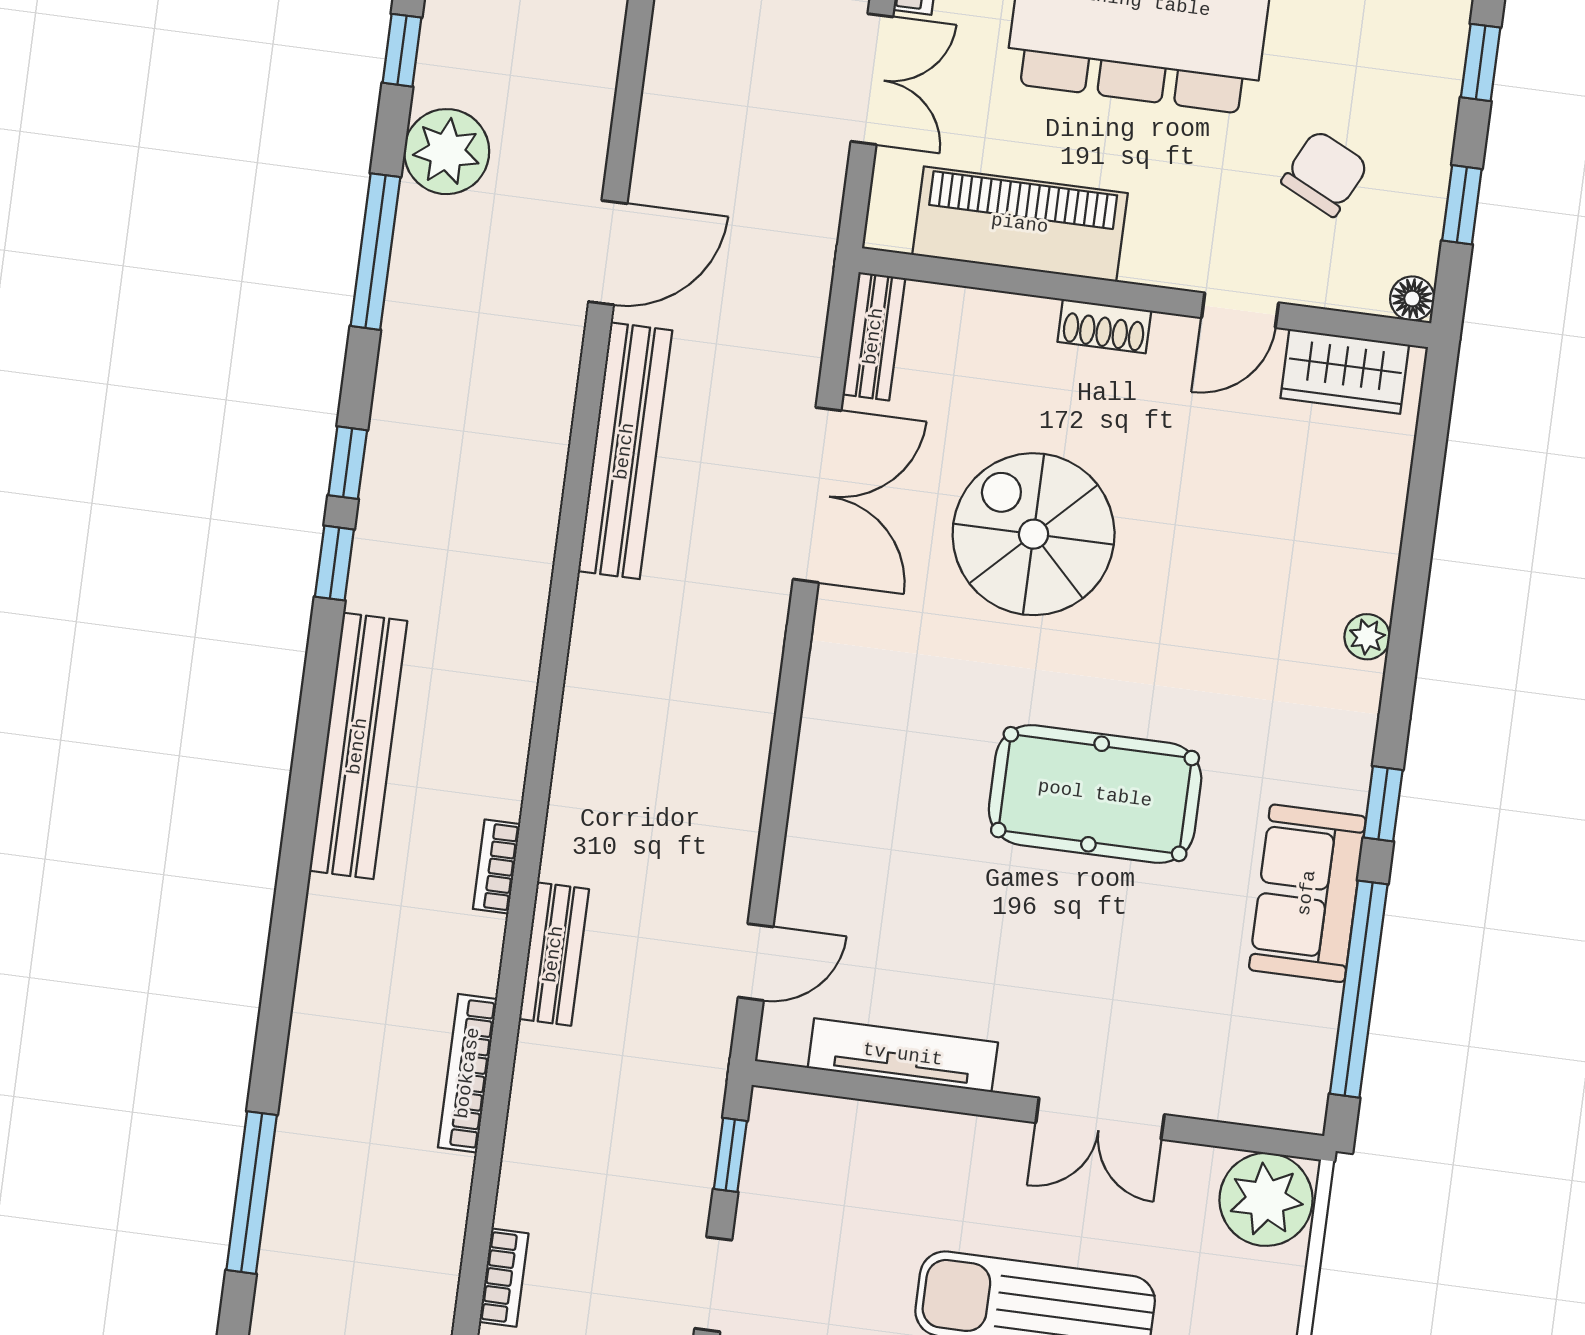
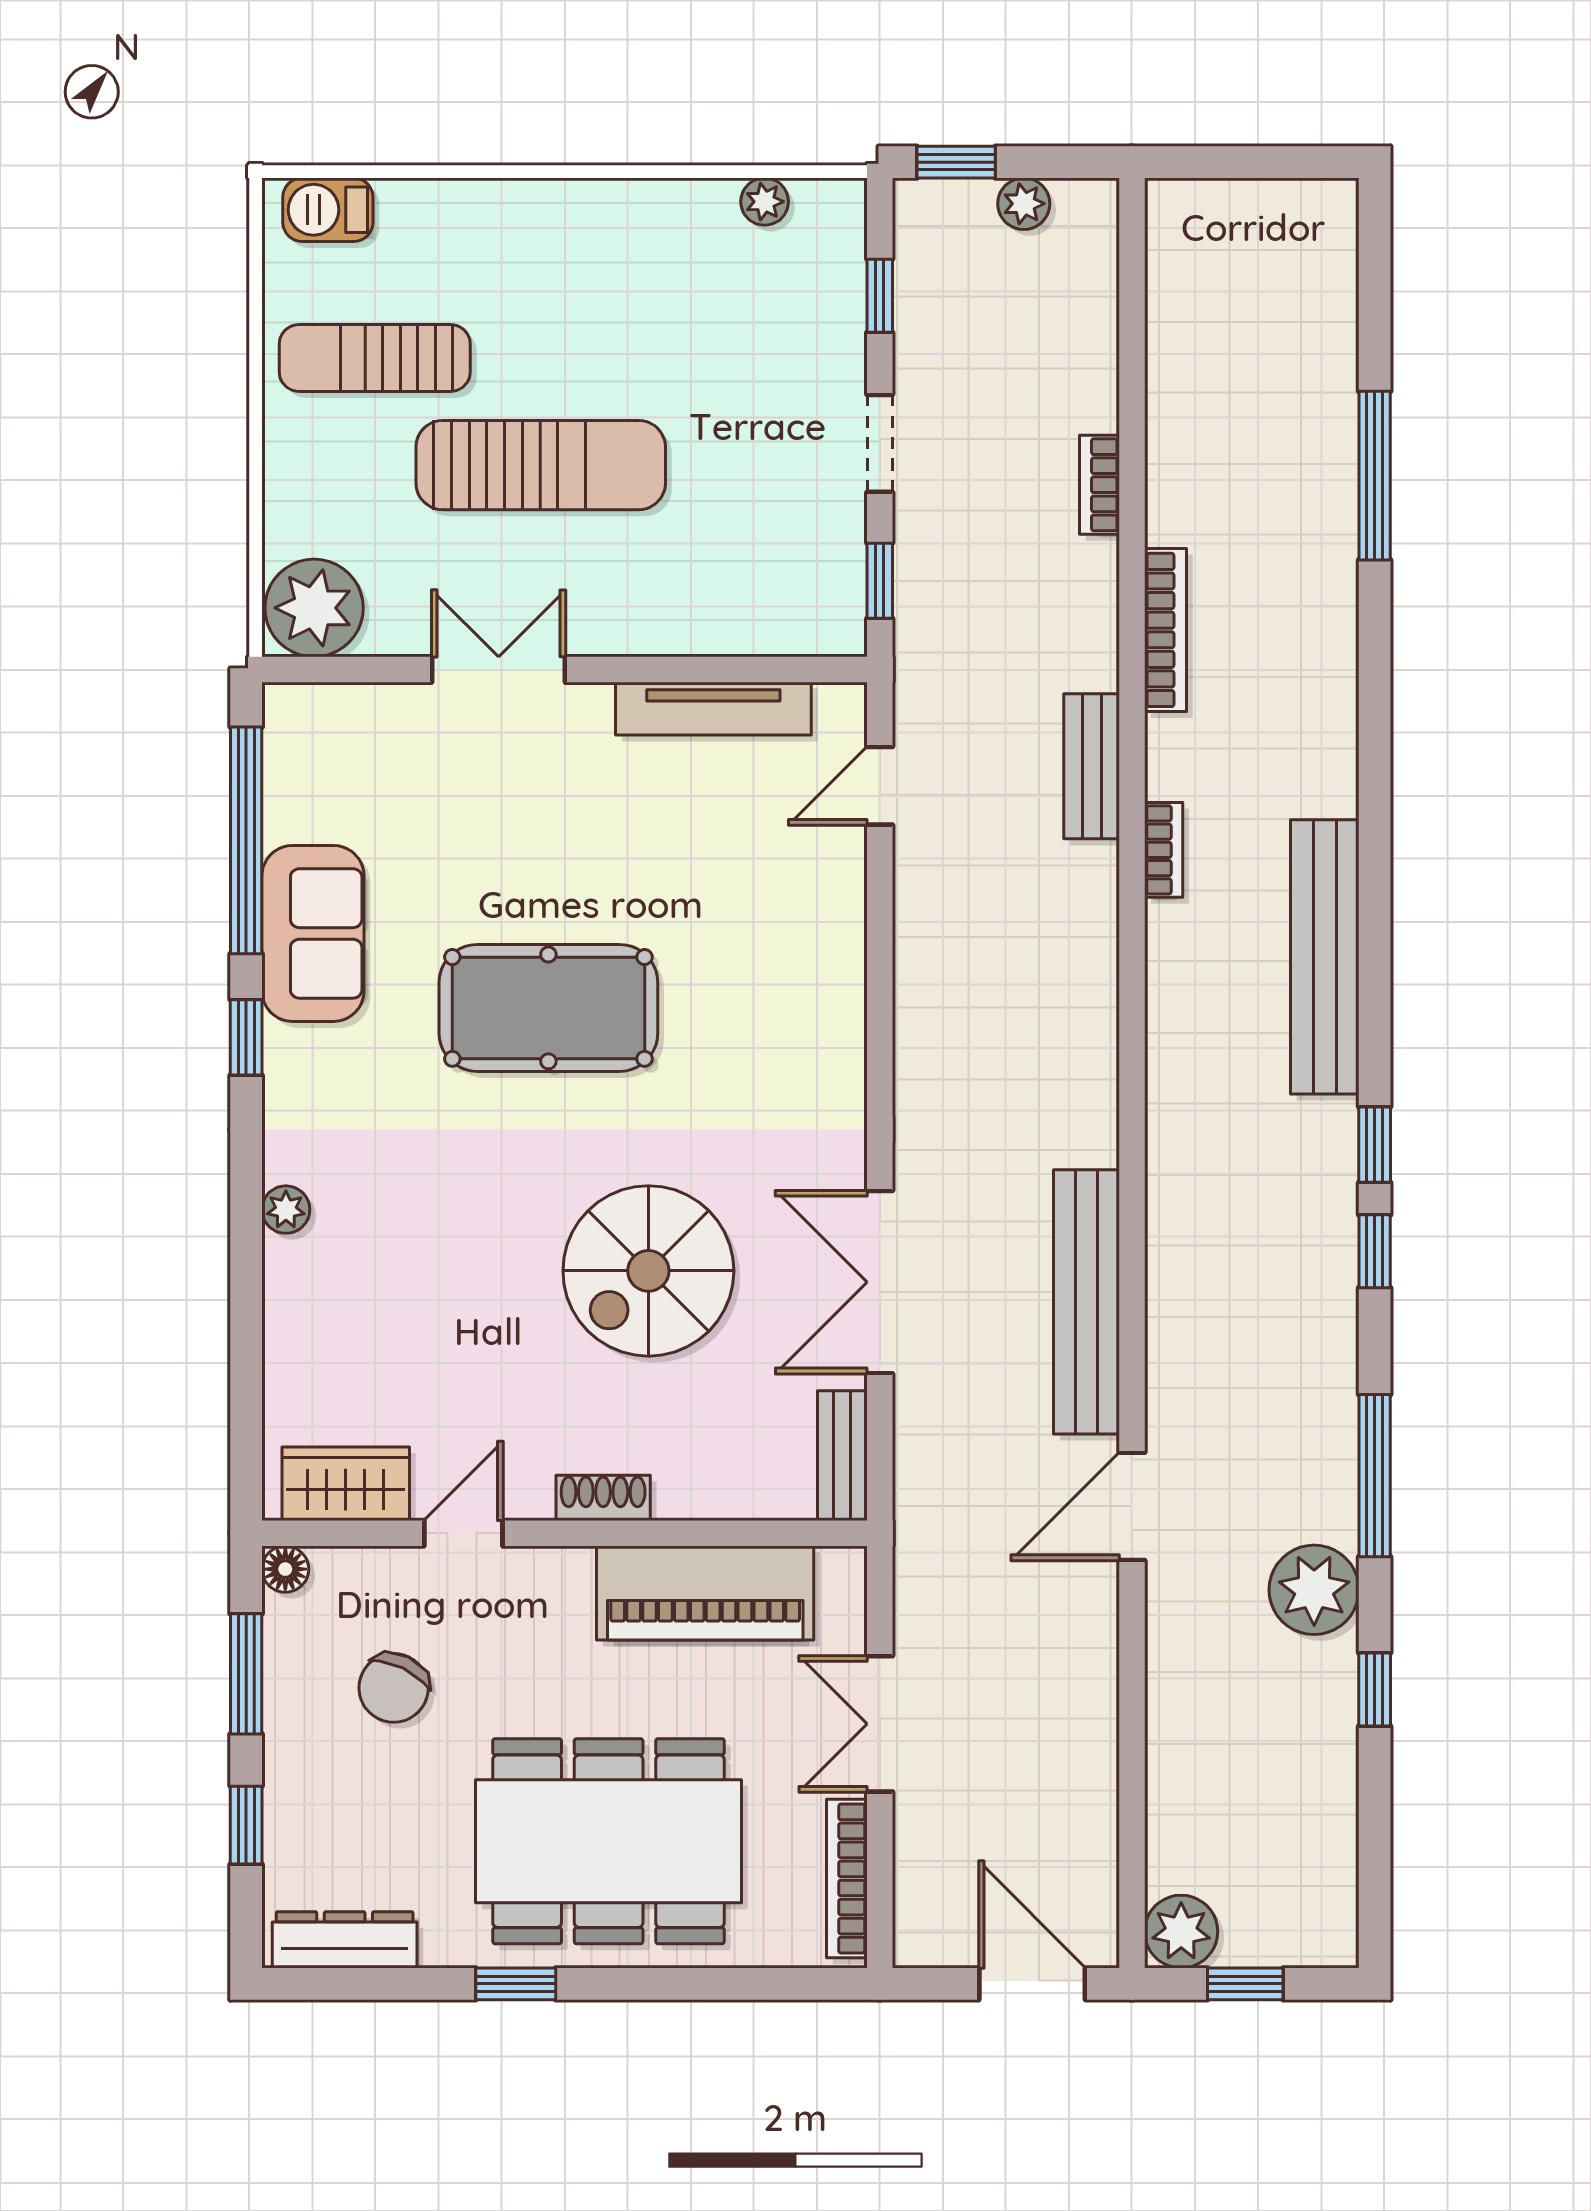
window: (1462, 205) -> (246, 1674), width x1.50
spiral stairs: (1034, 534) -> (648, 1271), turned 90
bookcase: (504, 1278) -> (1099, 485), moved

